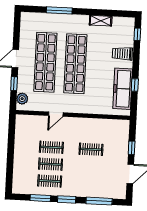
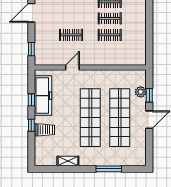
window: (137, 34) -> (31, 125), moved
plant: (22, 99) -> (141, 92), moved
door: (56, 114) -> (72, 68), moved
window: (132, 148) -> (31, 49), moved

